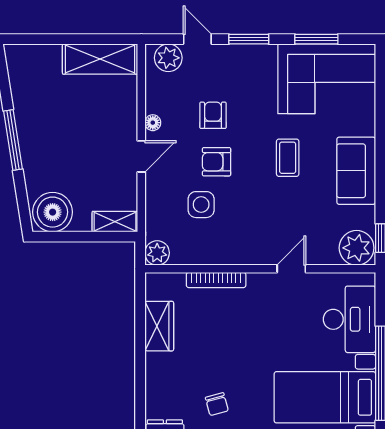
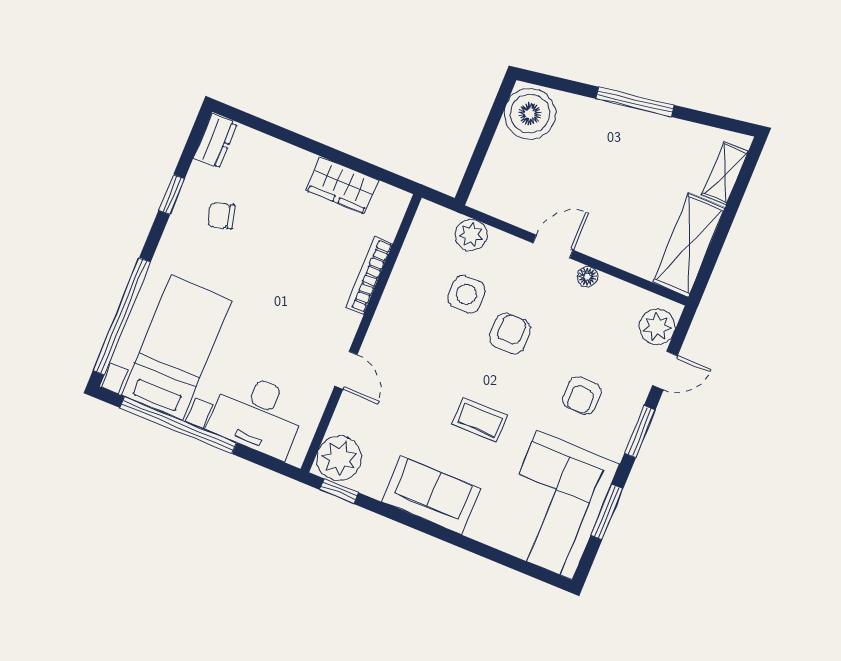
armchair: (213, 115) -> (582, 396), moved, turned 90
door: (141, 156) -> (553, 247), swing flipped
shelving: (115, 222) -> (725, 173), moved
plant: (157, 253) -> (471, 235), moved

